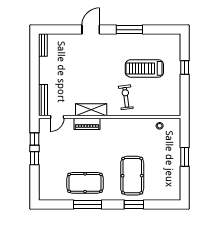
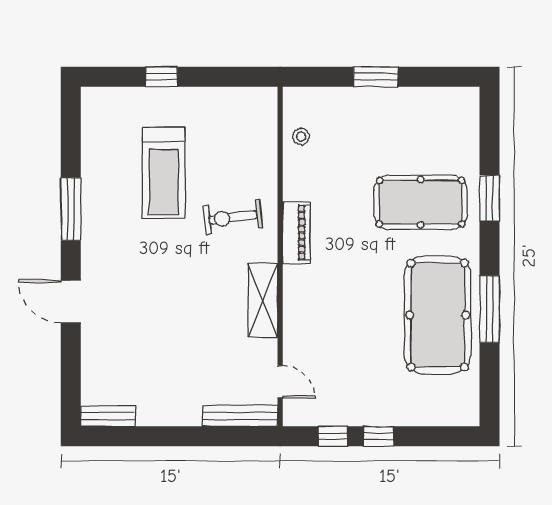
piano: (87, 124) -> (296, 233), moved
pool table: (85, 183) -> (438, 315), width x1.36, depth x1.32

